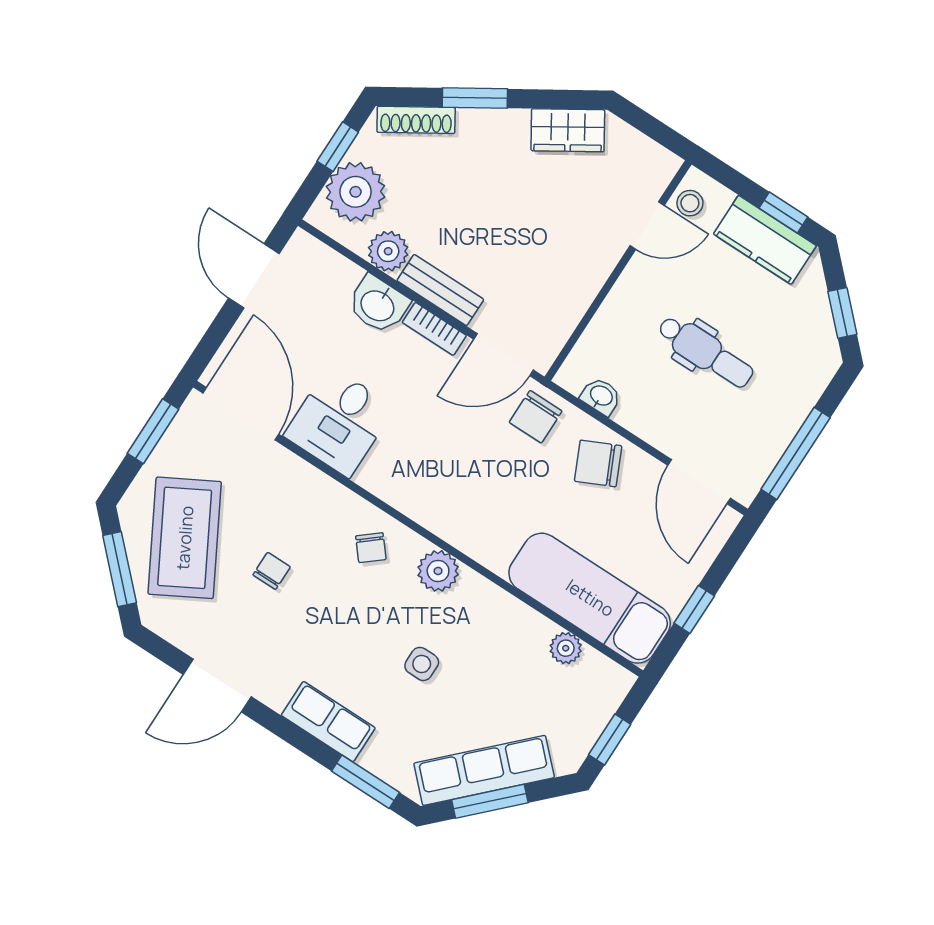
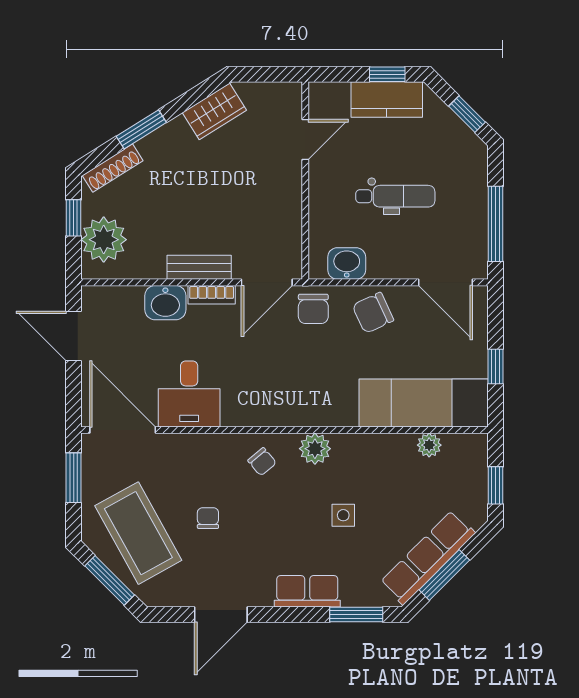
stool: (690, 203) -> (323, 107), removed
plant: (388, 251) -> (150, 264), removed
washbasin: (601, 396) -> (347, 264), width x1.38, depth x1.45

